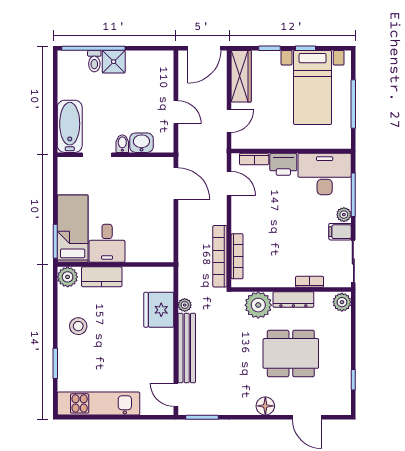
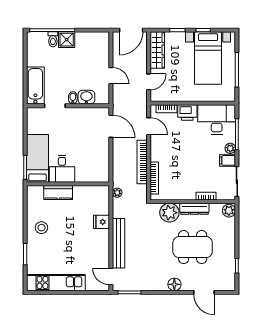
bookcase: (220, 256) -> (142, 162), moved
plant: (68, 277) -> (34, 193), removed
plant: (185, 305) -> (117, 193), moved
fridge: (159, 310) -> (101, 222), width x0.53, depth x0.75

